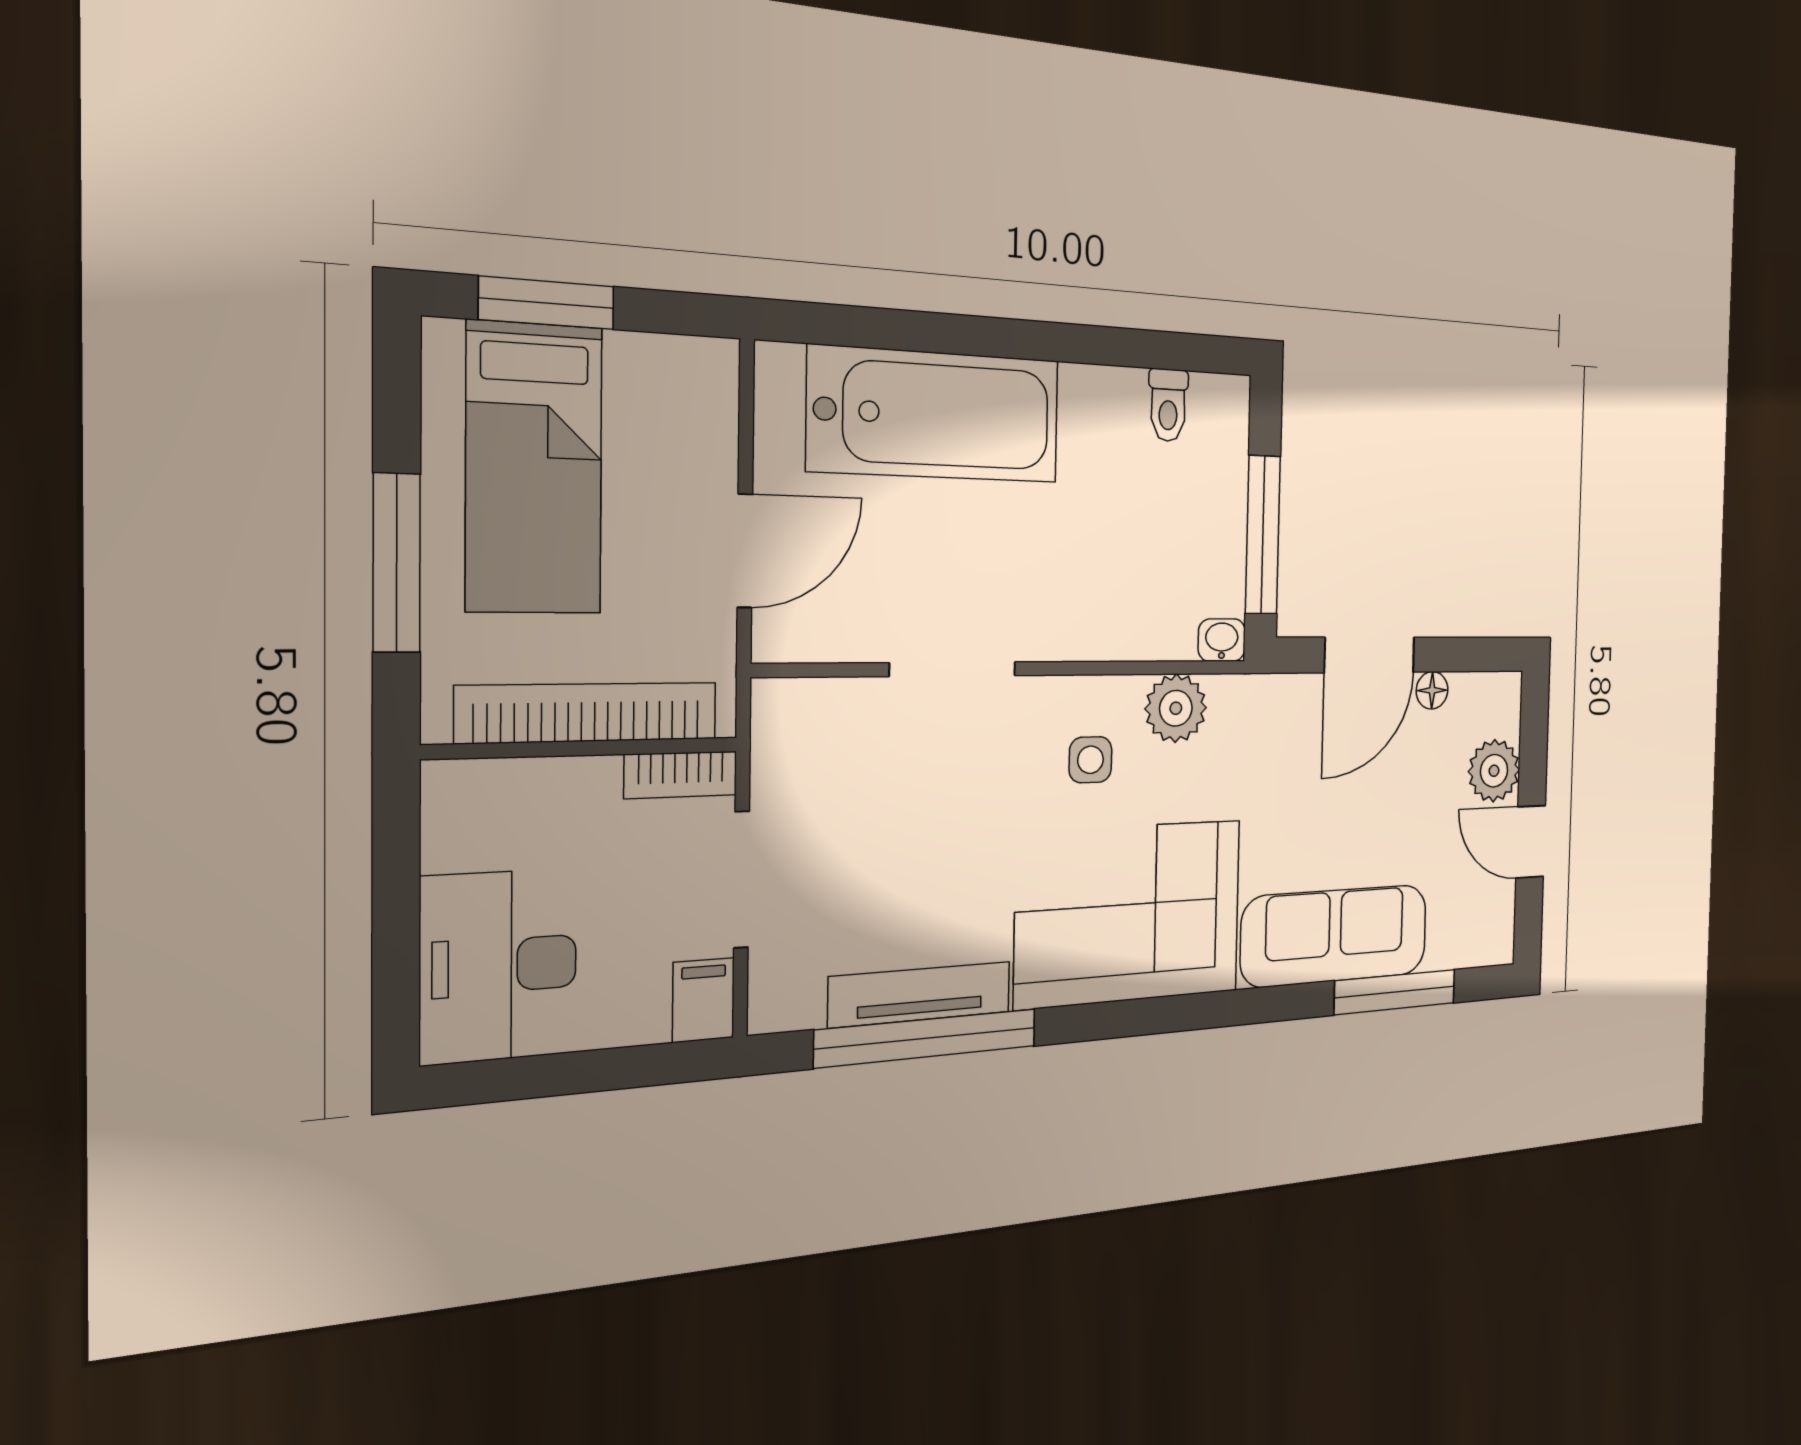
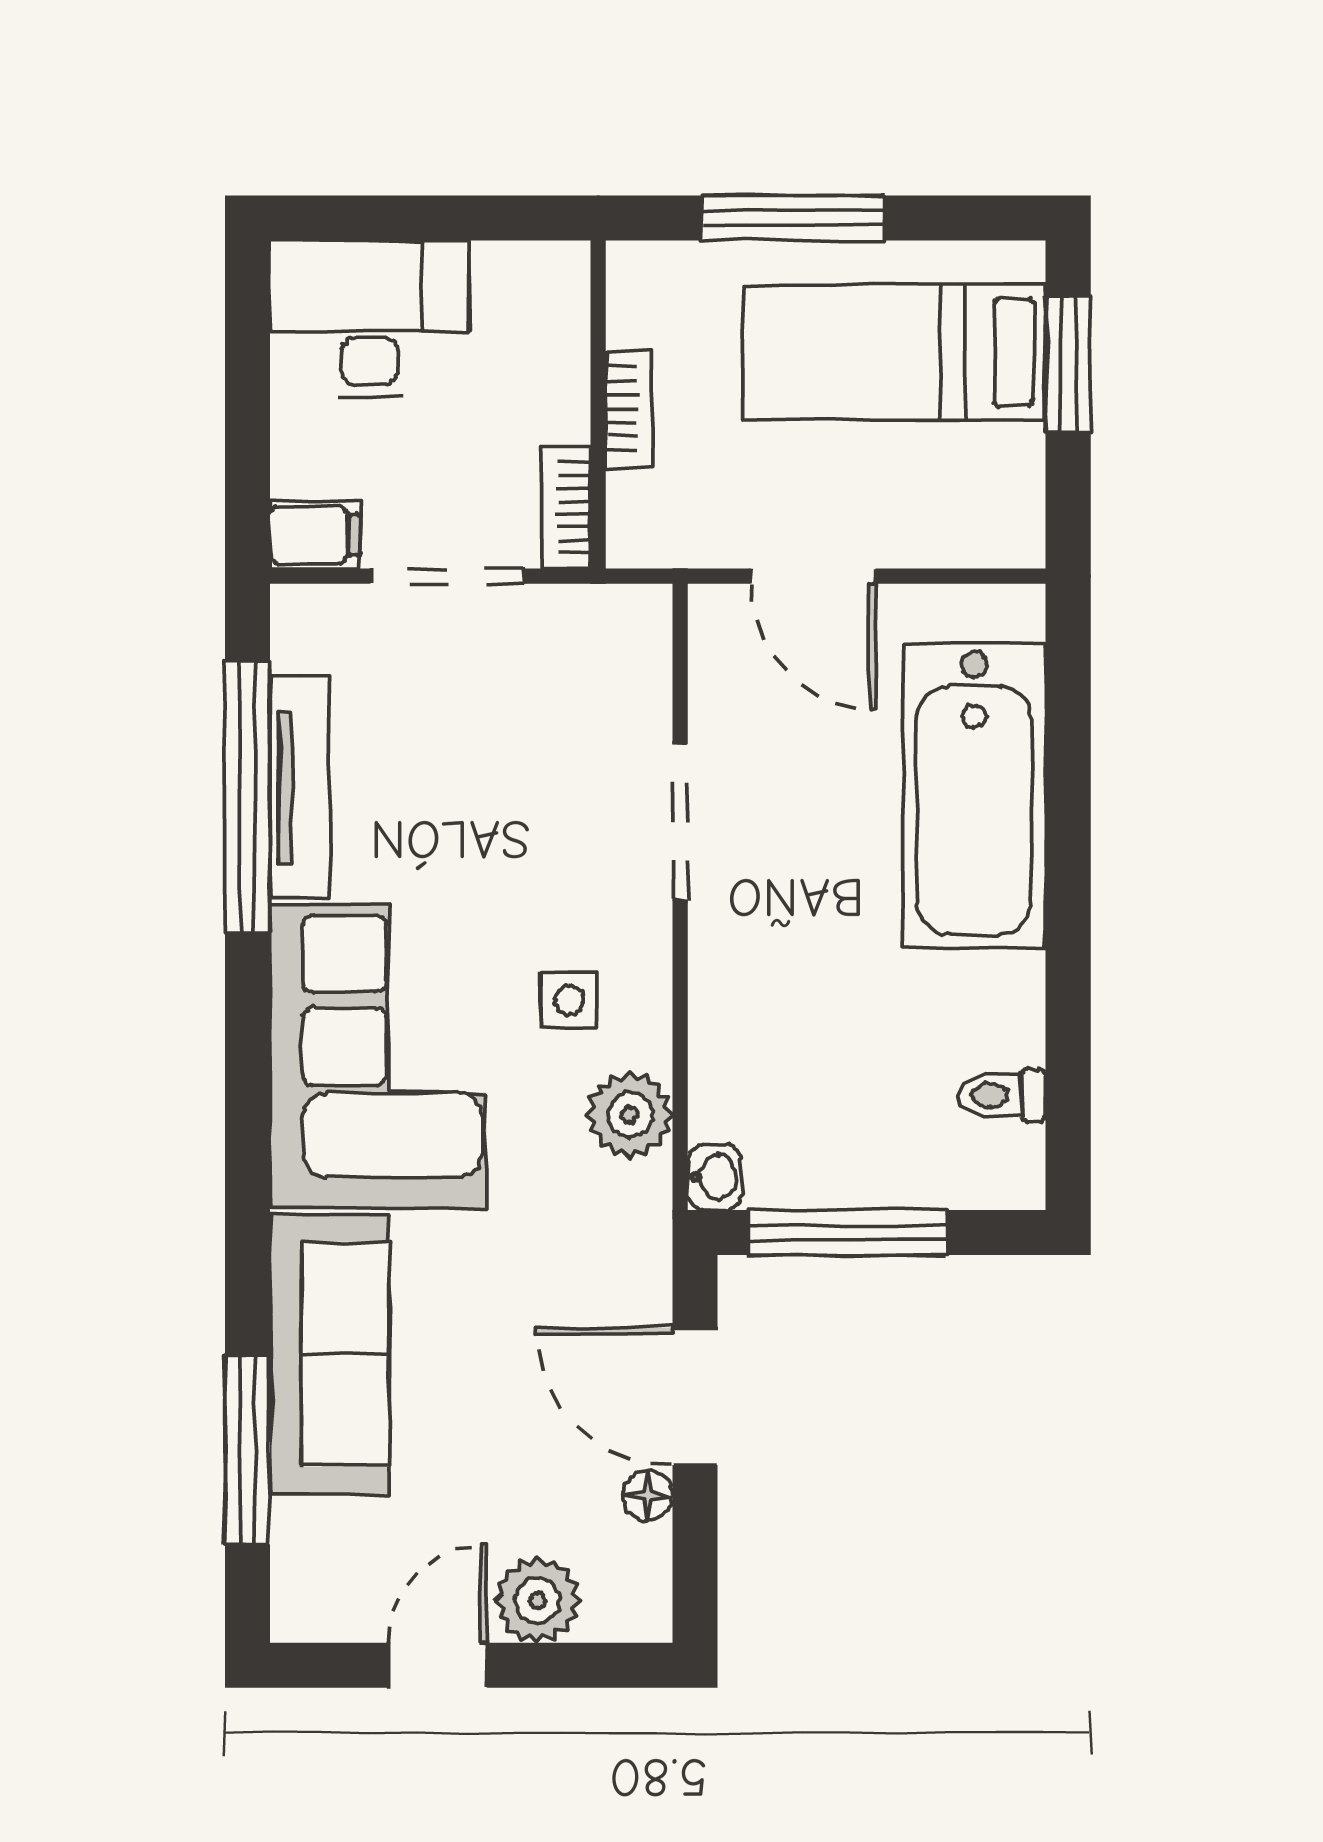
bookcase: (588, 713) -> (629, 409), width x0.43, depth x0.76

